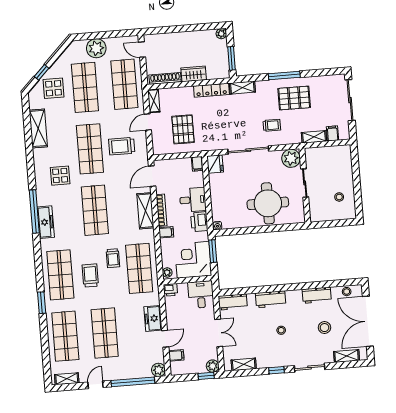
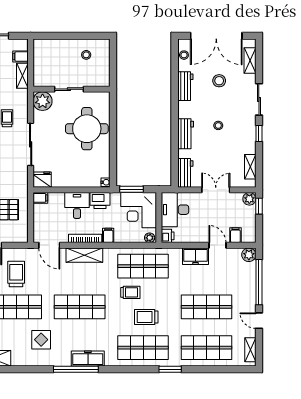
trolley: (122, 146) -> (16, 274), turned 180
desk: (201, 295) -> (175, 210), width x1.37

